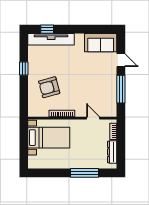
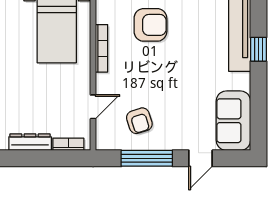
window: (47, 29) -> (258, 49), moved
armchair: (49, 87) -> (150, 25), turned 105
armchair: (101, 93) -> (139, 121), added

